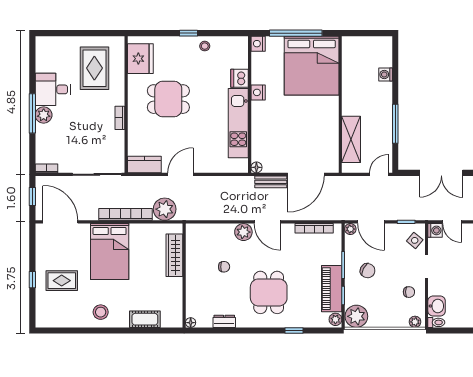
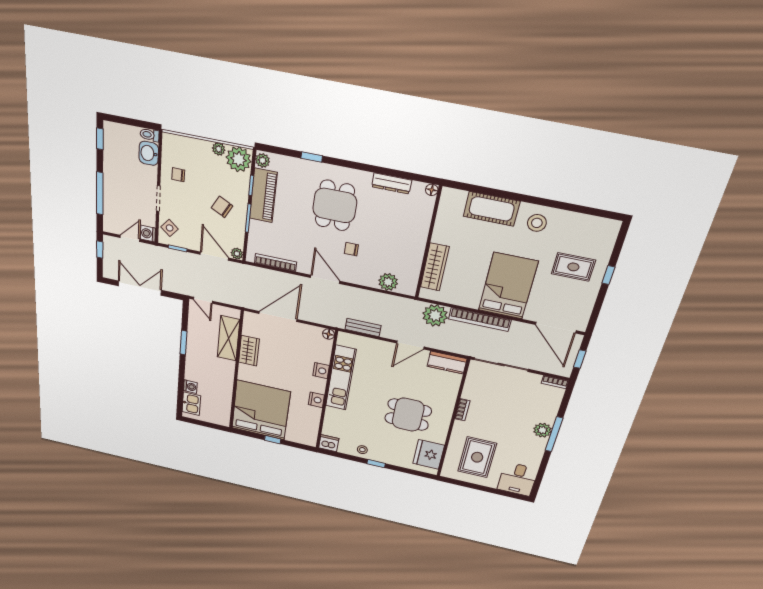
window: (296, 33) -> (273, 440), width x0.32
nightstand: (258, 44) -> (321, 371), moved
kitchen sink: (383, 54) -> (191, 404), added
dishwasher: (240, 78) -> (329, 443), moved, turned -90
desk: (53, 89) -> (518, 479), moved, turned 90
window: (395, 124) -> (184, 343), width x0.69
wardrobe: (330, 131) -> (249, 351), added
door: (379, 174) -> (203, 300), hinge flipped
bench: (271, 182) -> (363, 327), moved
door: (452, 222) -> (130, 238), hinge flipped
plant: (243, 232) -> (388, 282), moved
chair: (224, 267) -> (351, 249), moved
cot: (145, 319) -> (492, 209), width x1.37, depth x1.34
dresser: (224, 321) -> (392, 183), width x1.44
plant: (415, 322) -> (219, 149), moved

